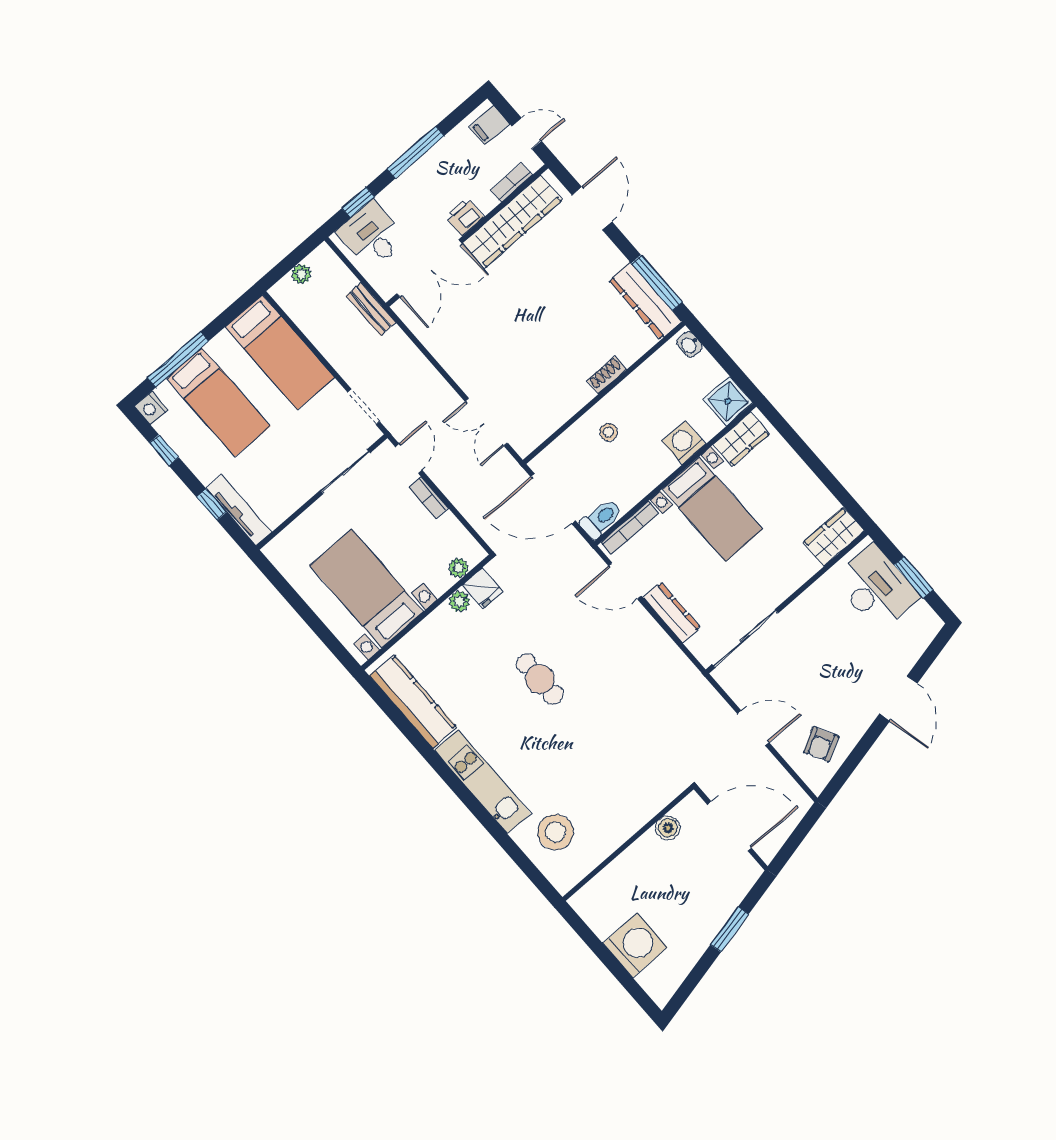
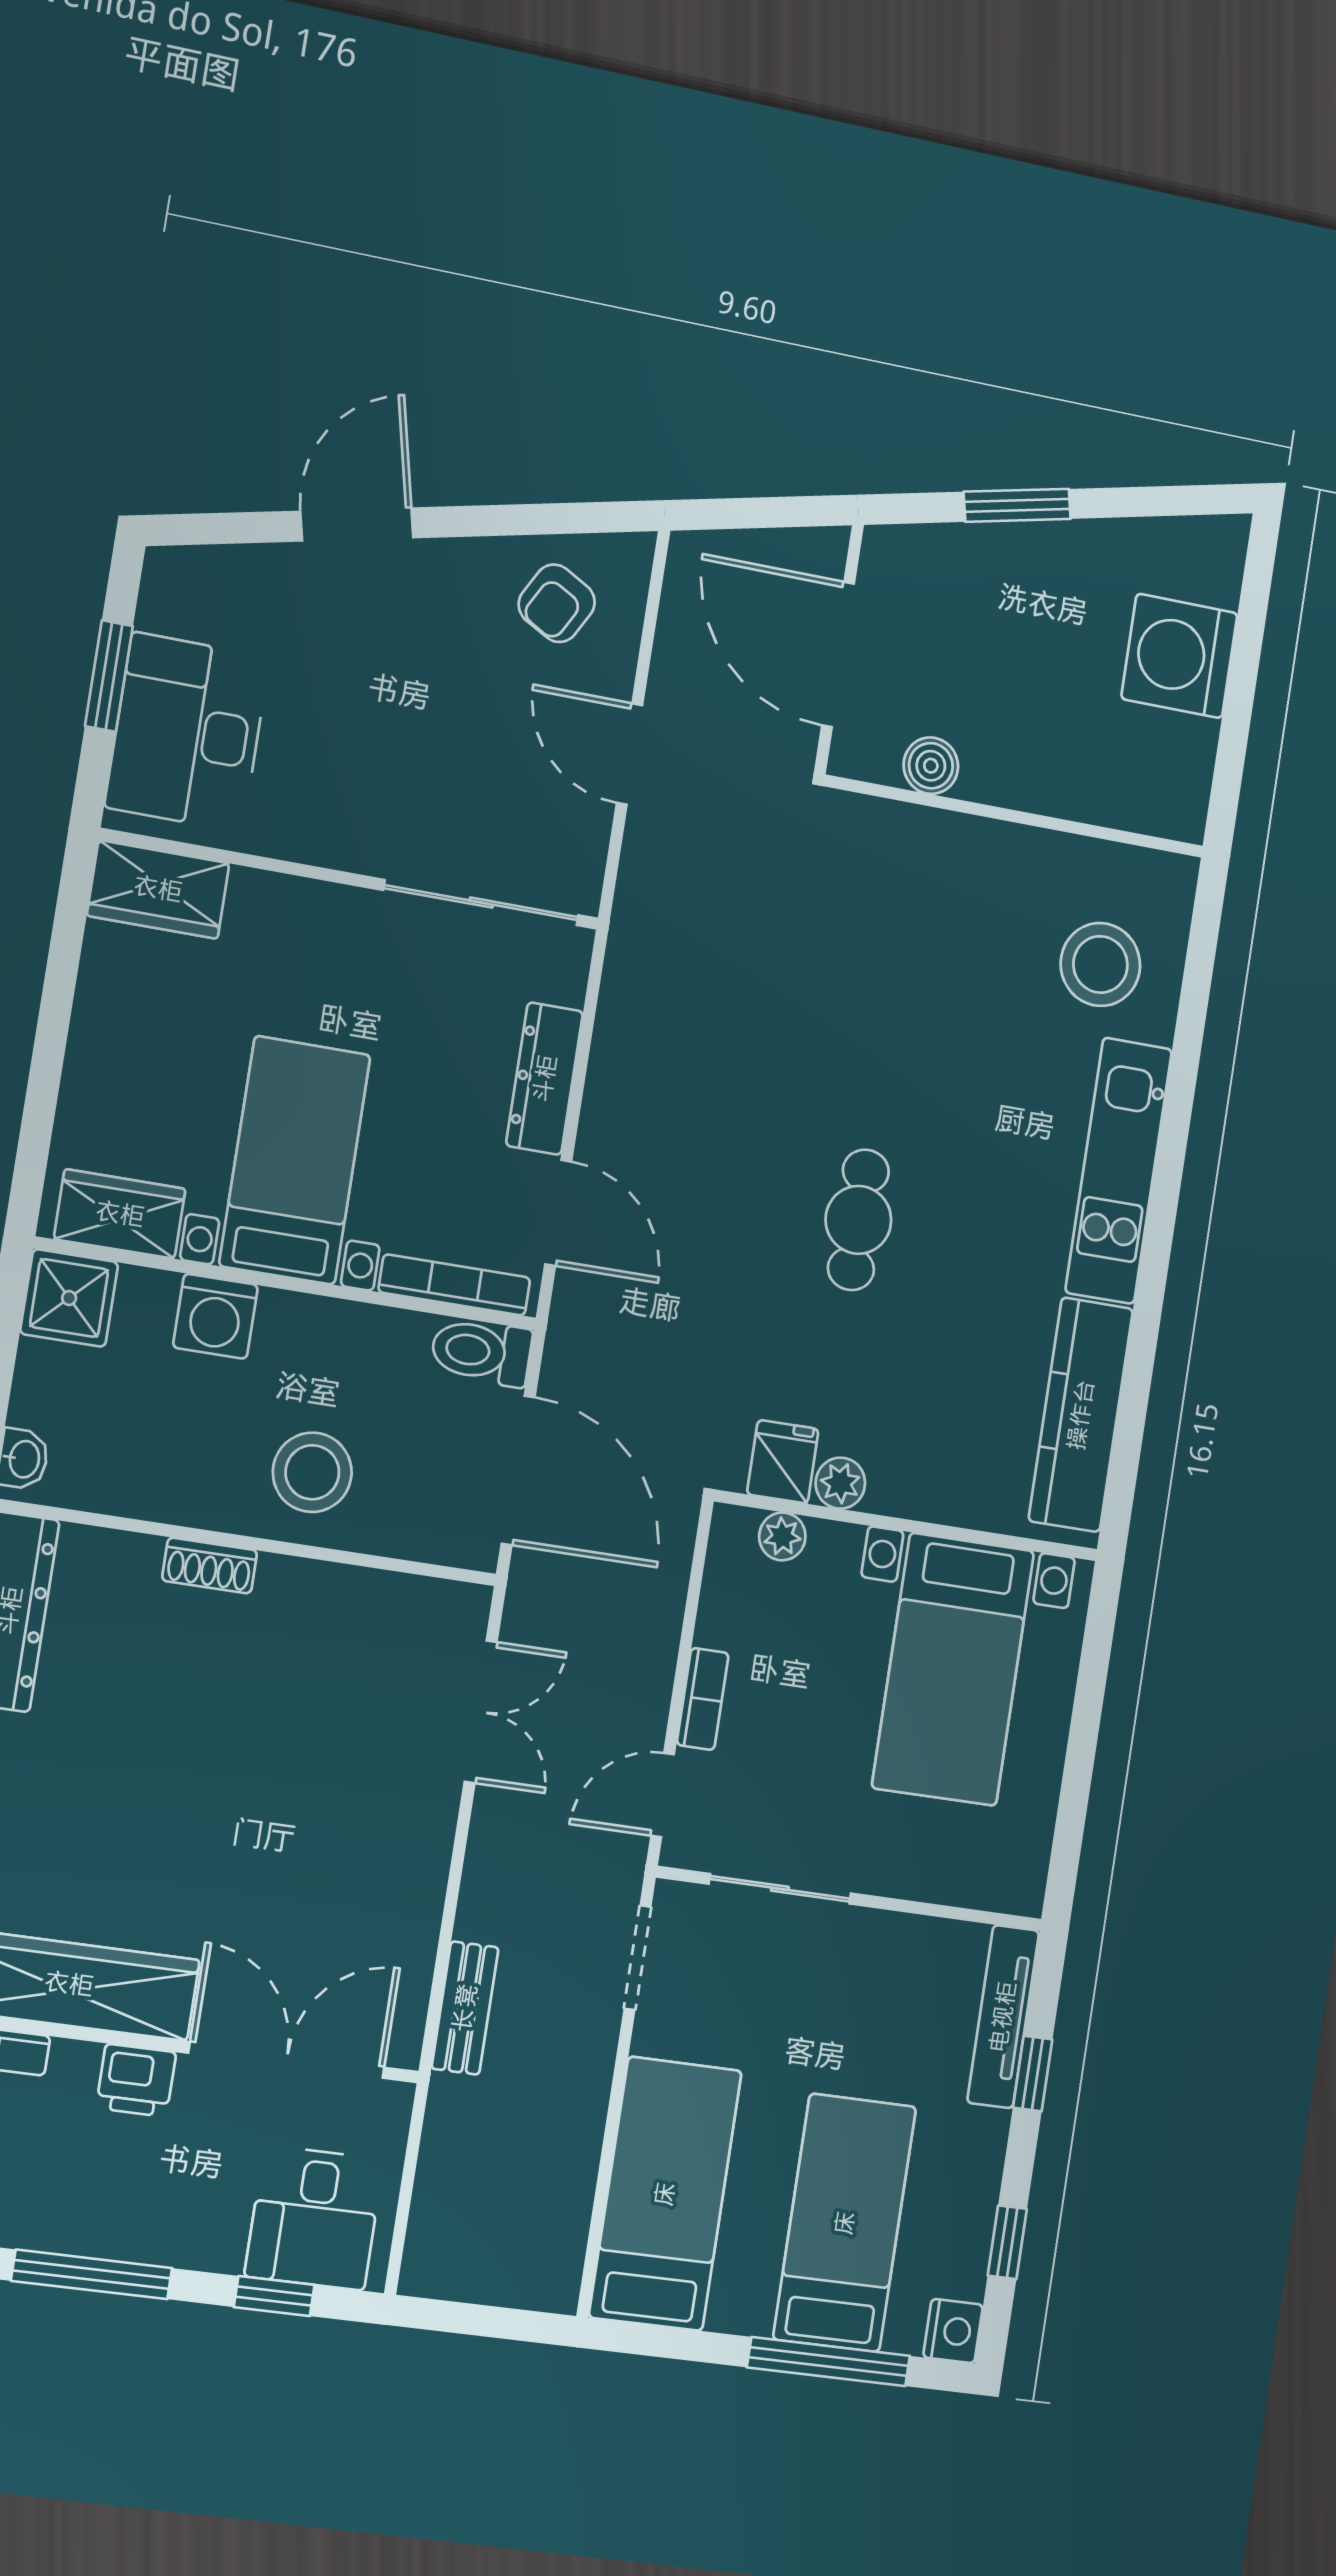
plant: (301, 274) -> (492, 2281), removed
bench: (371, 309) -> (465, 2008), moved
stool: (609, 432) -> (312, 1472), width x1.89, depth x1.89
armchair: (821, 744) -> (557, 603), turned 147

